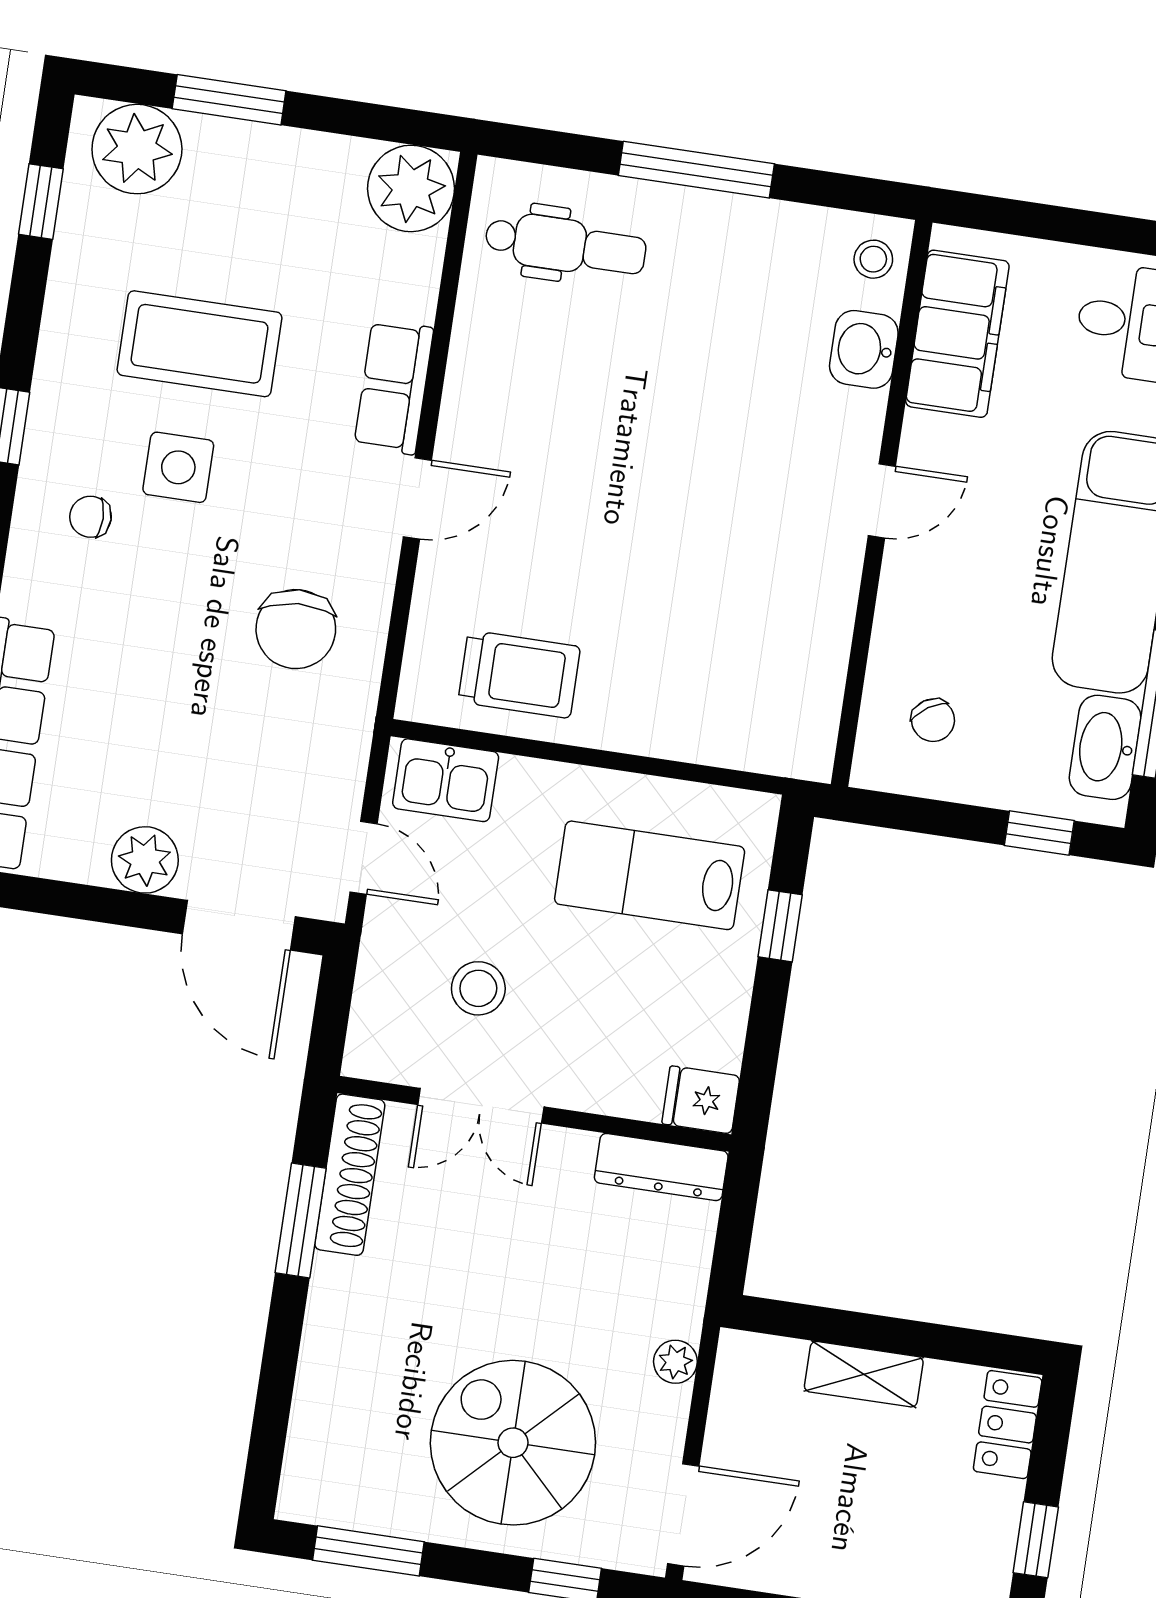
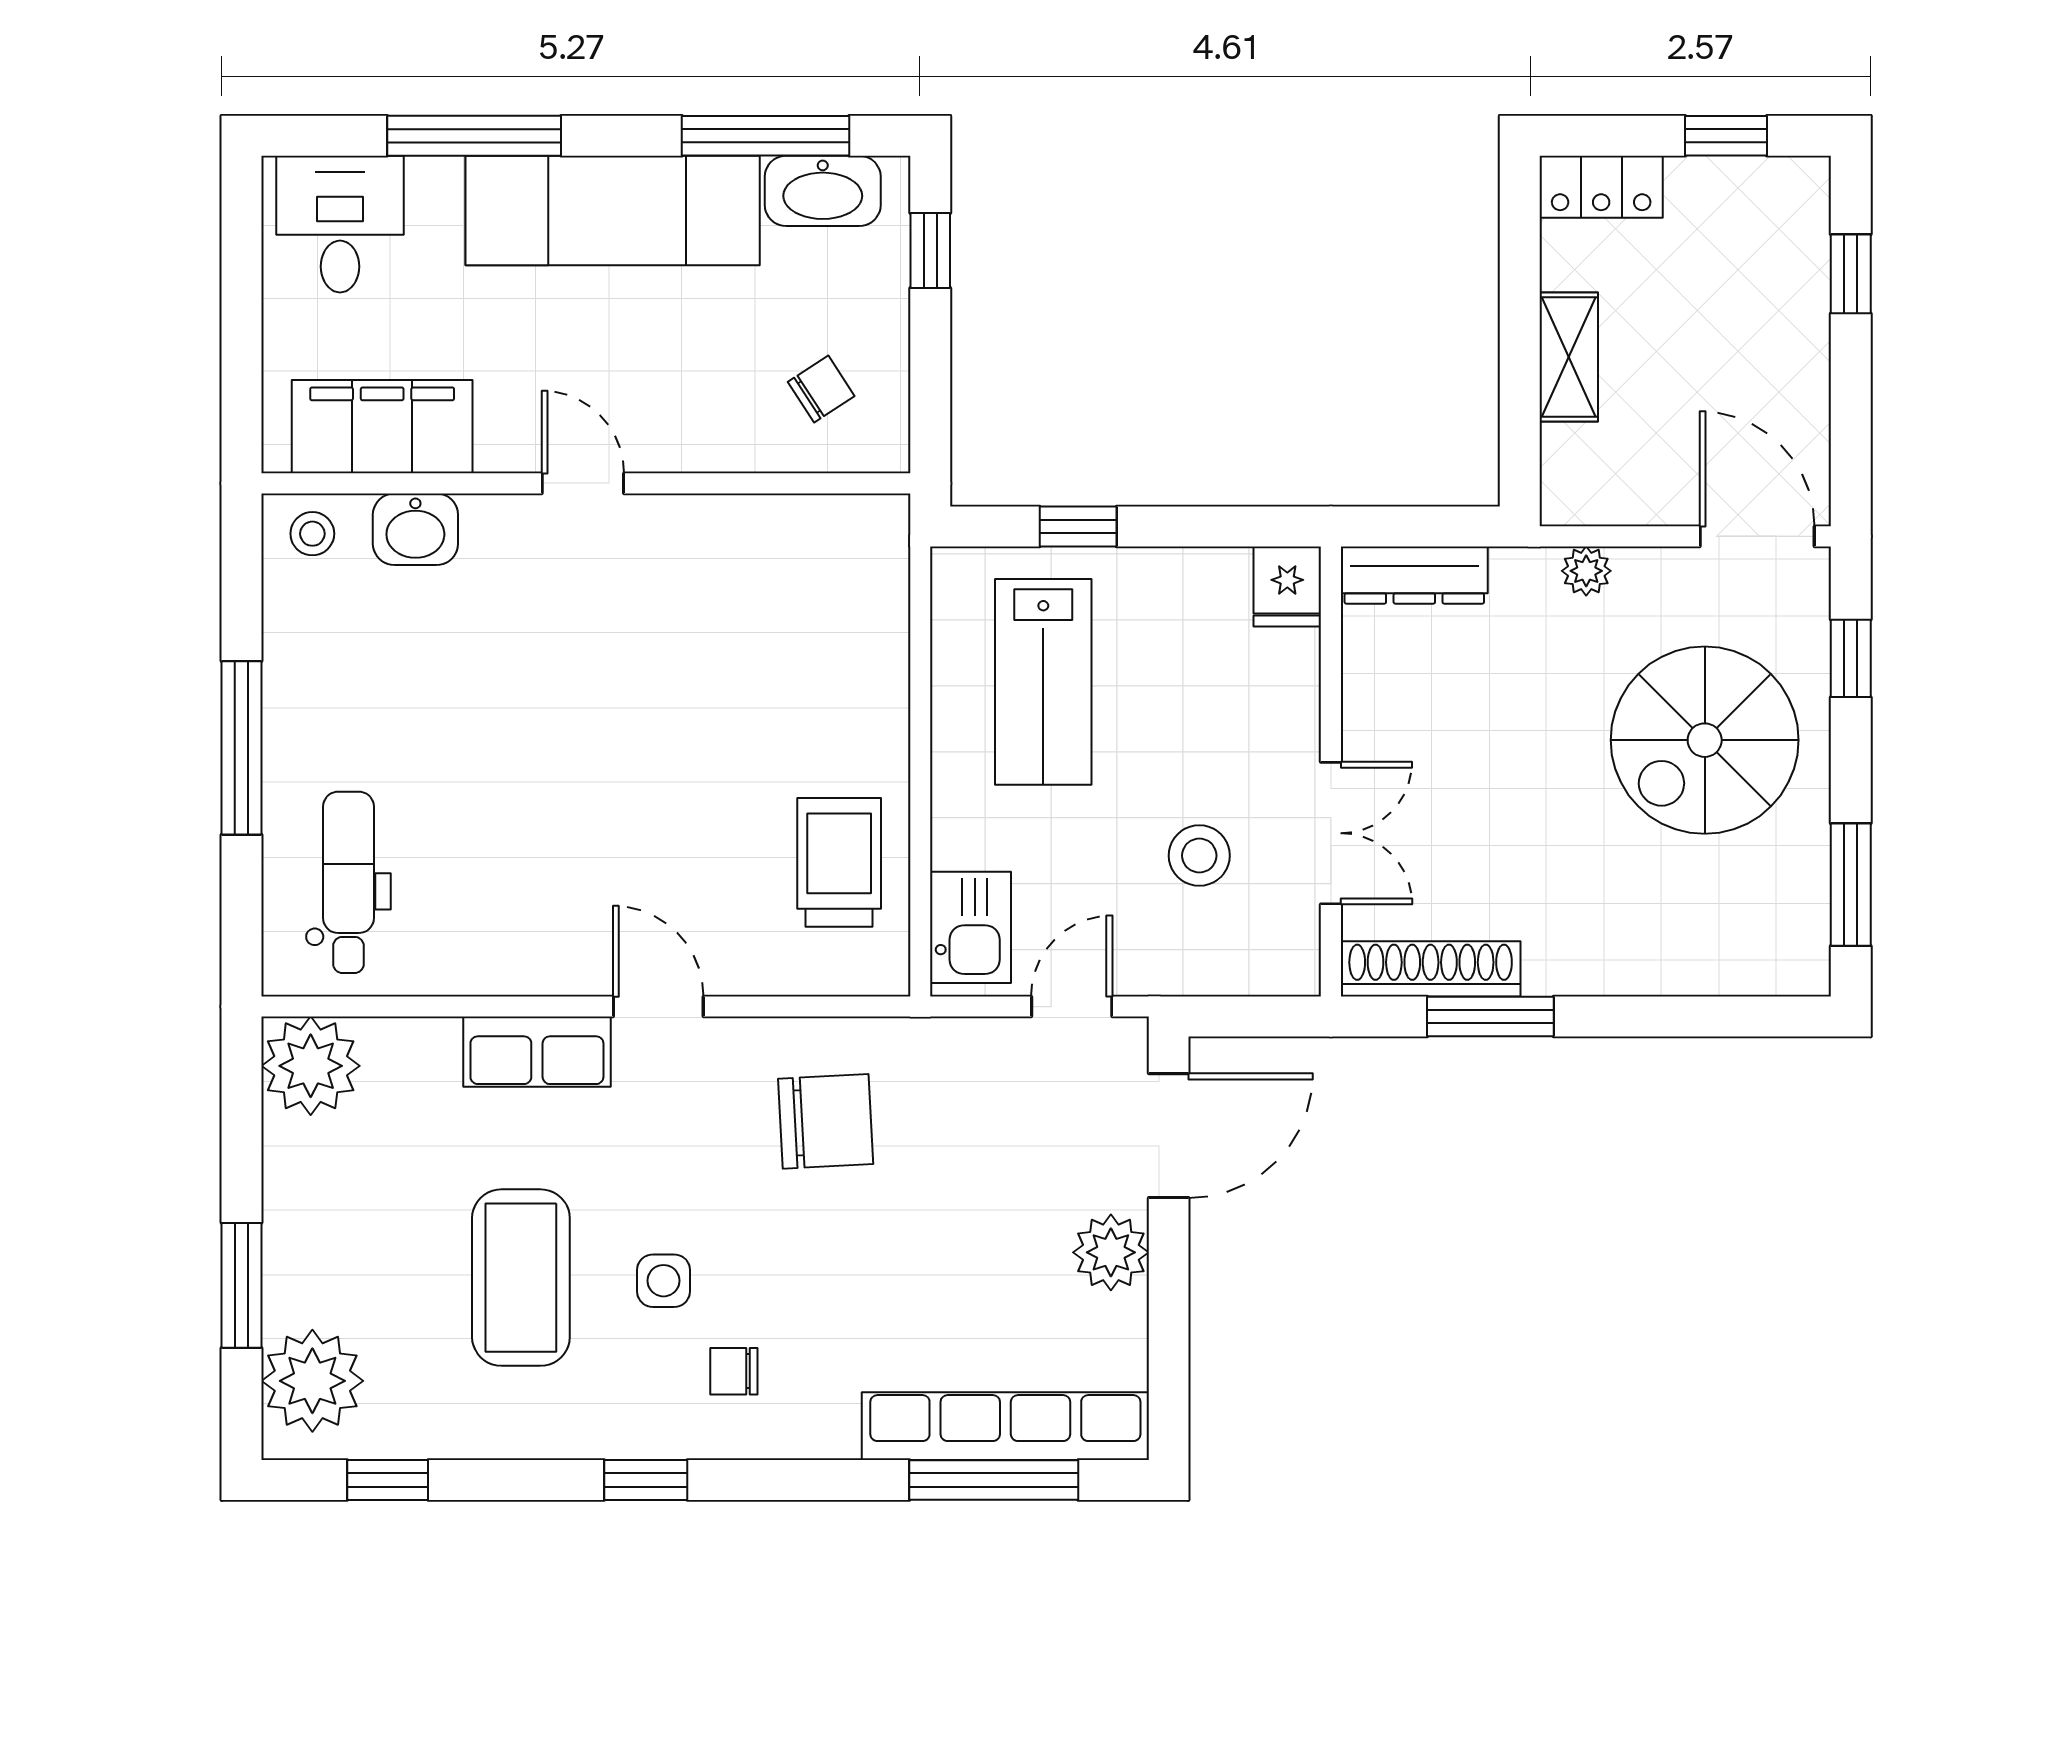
side table: (178, 467) -> (664, 1281), width x0.73, depth x0.73
chair: (90, 517) -> (734, 1371), turned 90
dresser: (661, 1167) -> (1414, 575), moved, turned 90

